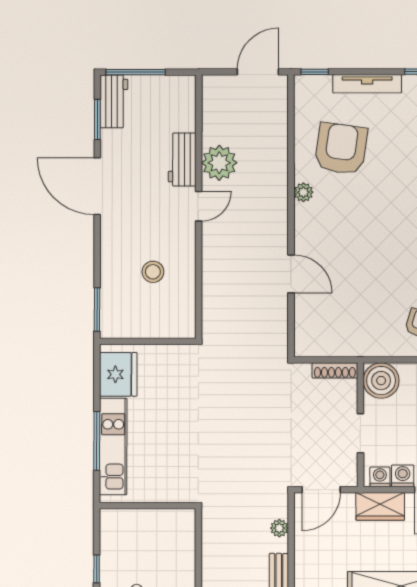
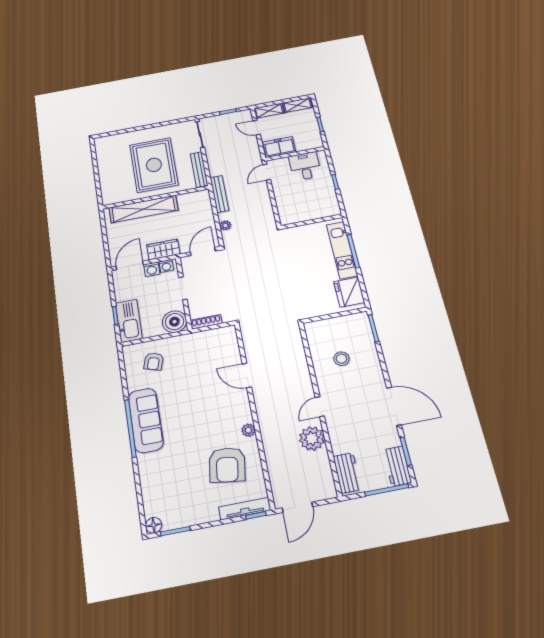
tv unit: (367, 84) -> (245, 509), moved
workbench: (182, 159) -> (347, 473), moved

